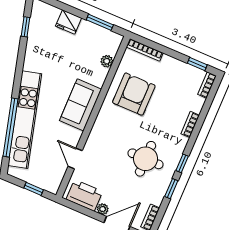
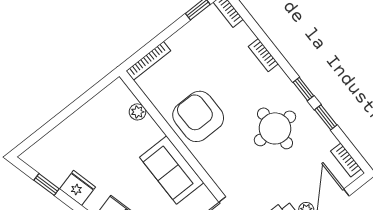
fridge: (69, 22) -> (78, 188), moved, turned -105
window: (100, 22) -> (88, 96), removed
armchair: (134, 94) -> (198, 116), moved

